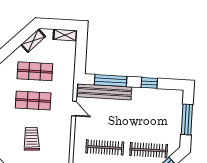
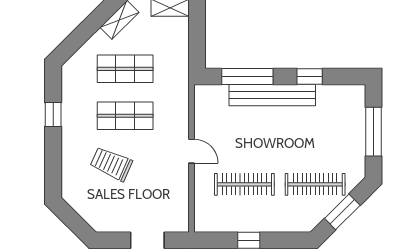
bench: (105, 92) -> (272, 95), moved
door: (74, 109) -> (192, 151), moved
trolley: (32, 139) -> (111, 164), moved, turned -61

